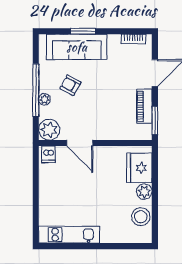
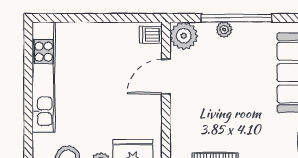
armchair: (70, 85) -> (243, 64), removed
kitchen unit: (69, 235) -> (44, 77), width x1.36

